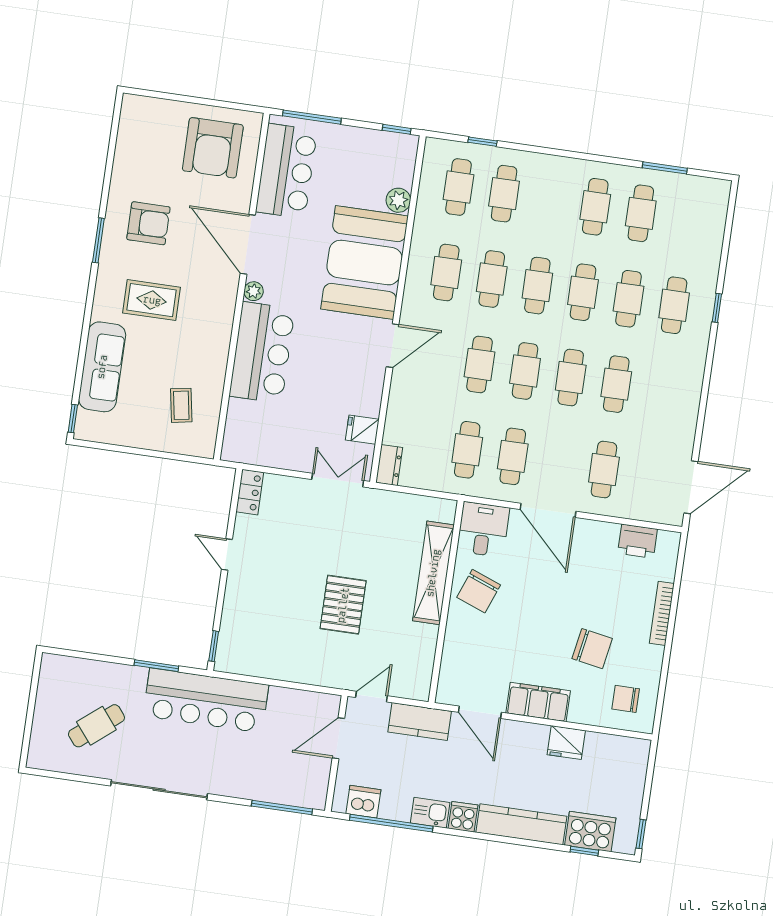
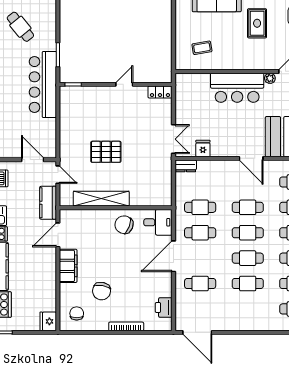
shelving: (433, 573) -> (101, 199), moved
fridge: (566, 743) -> (48, 321), moved

